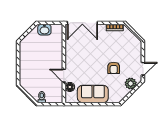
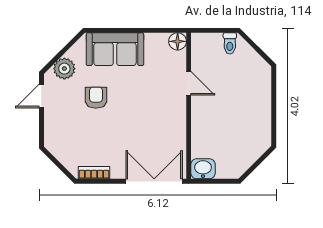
washbasin: (44, 30) -> (203, 169), moved
floor lamp: (70, 87) -> (178, 41), moved
sofa: (93, 94) -> (115, 49), moved

